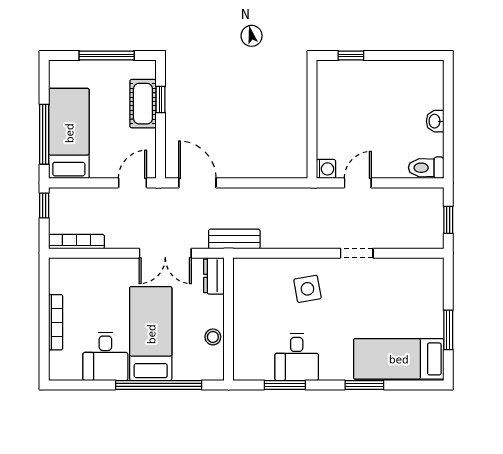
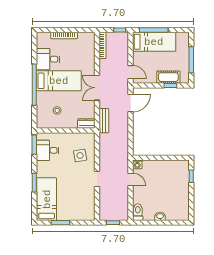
dresser: (214, 276) -> (86, 123), moved
wall: (229, 319) -> (66, 130), moved

